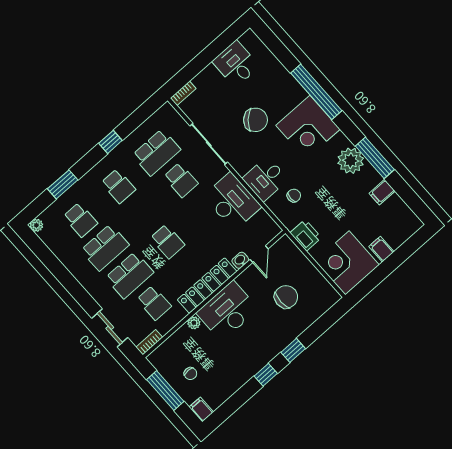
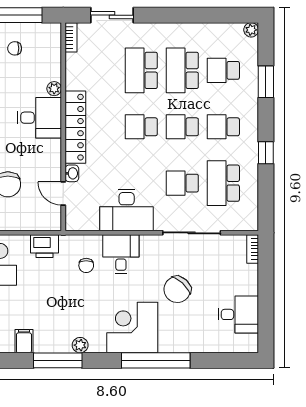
plant: (351, 161) -> (80, 345), width x0.53, depth x0.53
school desk: (154, 303) -> (182, 127), moved
desk: (227, 311) -> (39, 118), width x0.73

